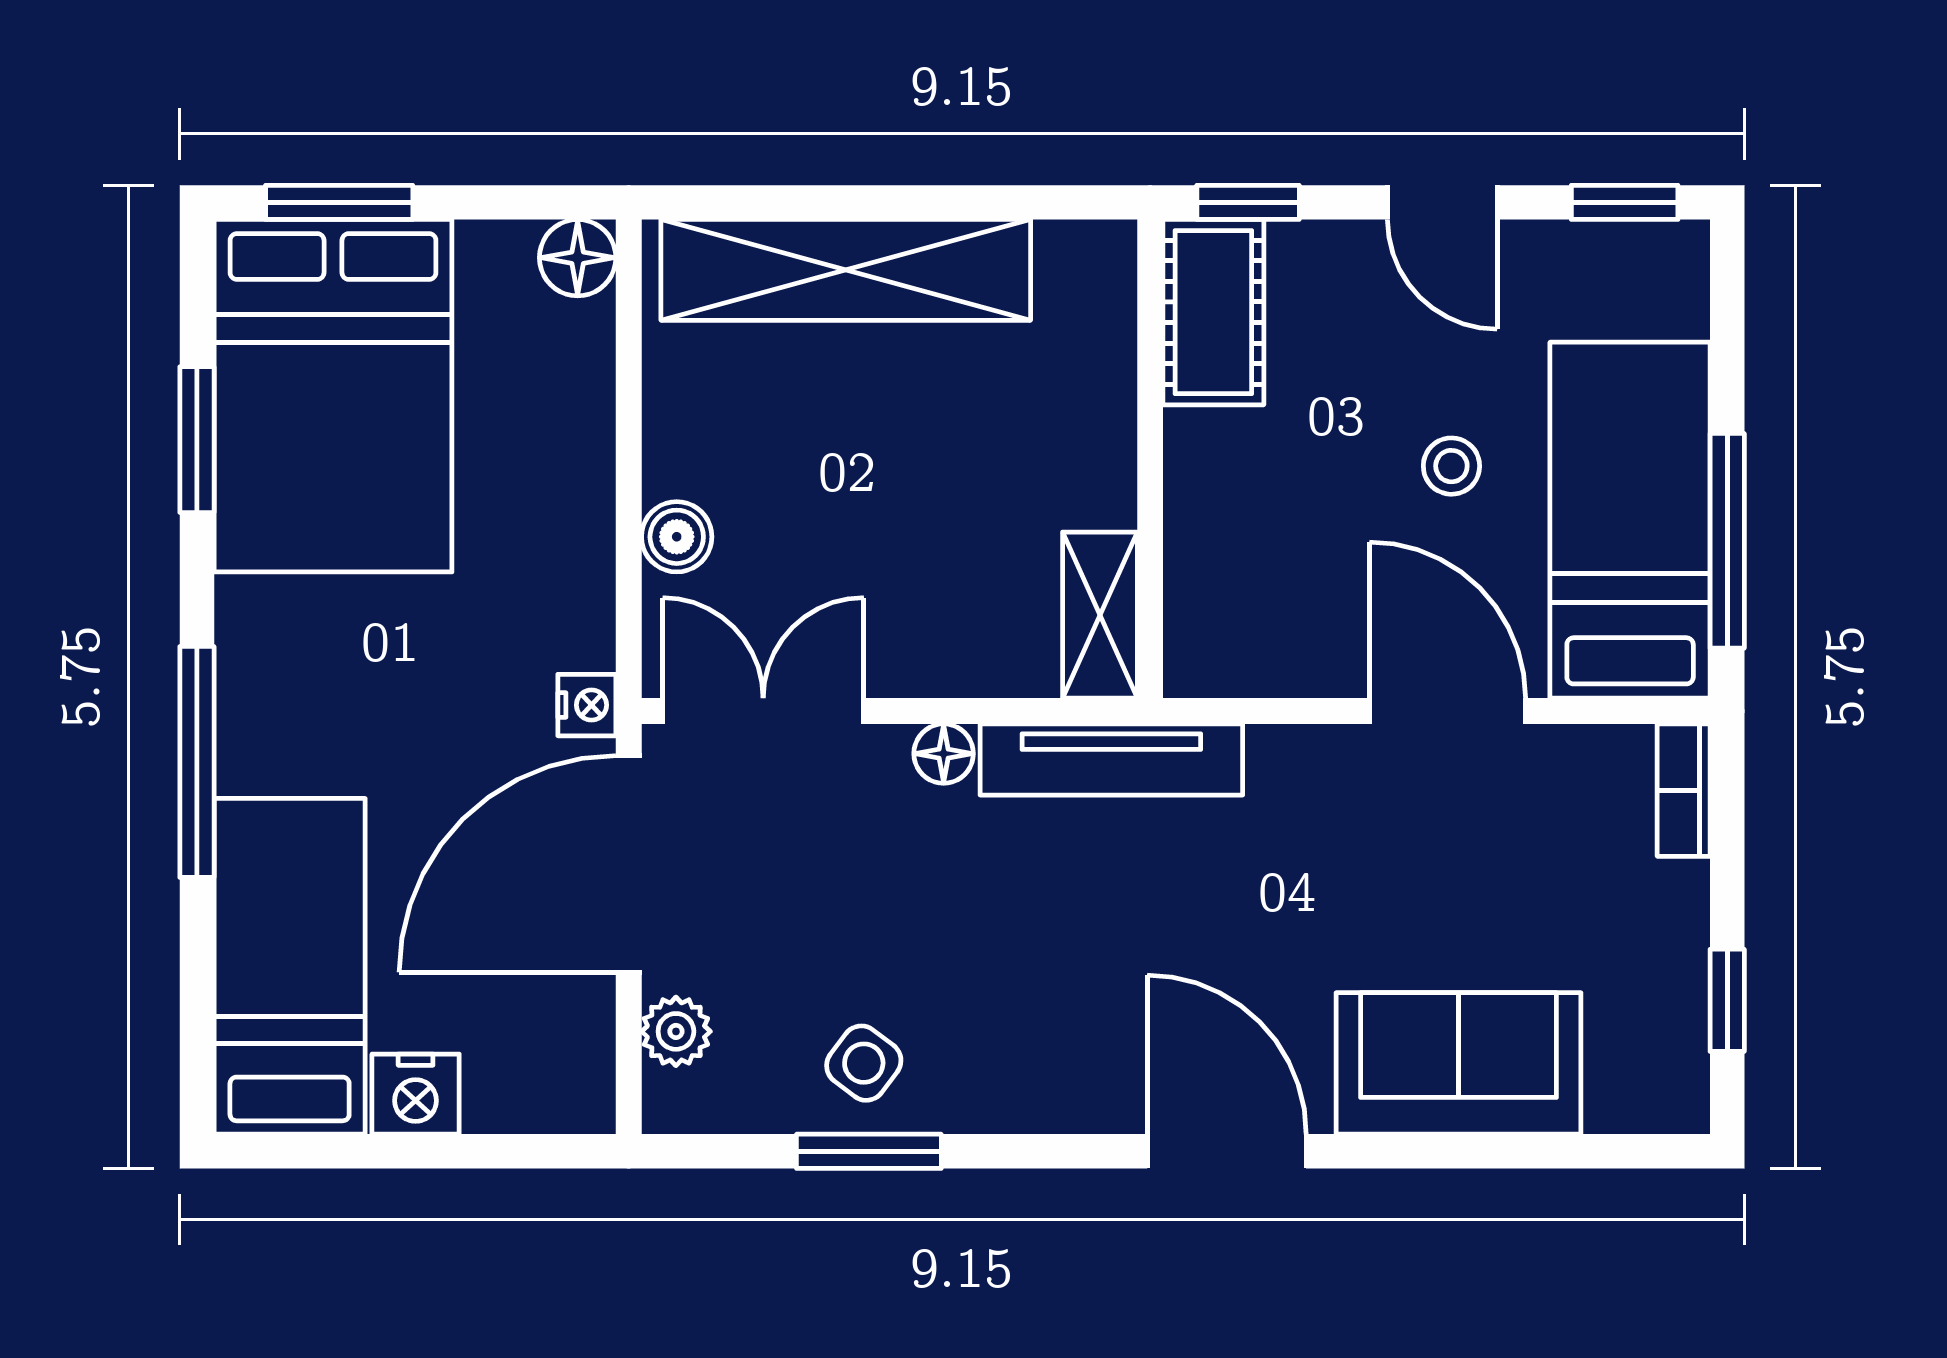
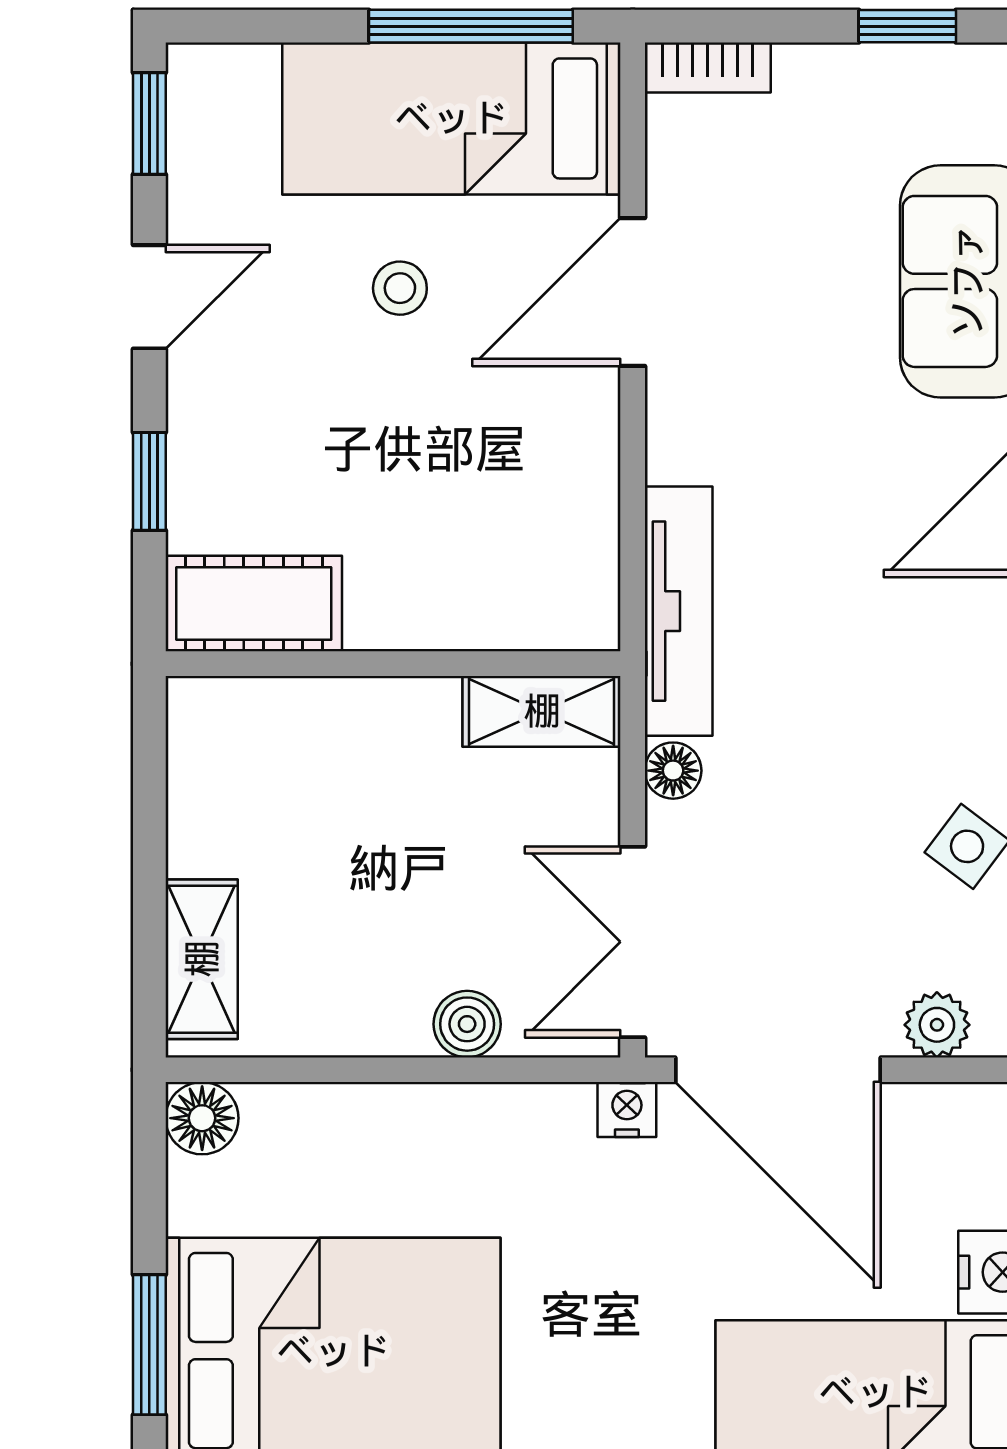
shelving: (846, 270) -> (202, 959), width x0.45, depth x0.75
cot: (1213, 312) -> (254, 604), moved
wall: (1150, 459) -> (393, 664), moved
shelving: (1100, 615) -> (542, 711), moved

